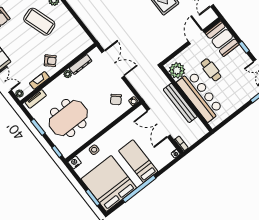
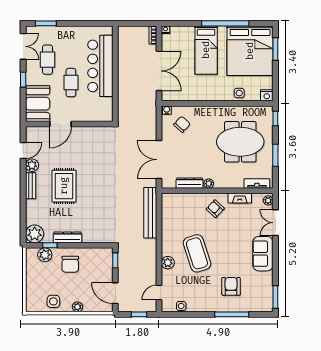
plant: (177, 70) -> (103, 107), removed
cafe table: (238, 73) -> (48, 60), added
bench: (180, 103) -> (150, 213), moved

